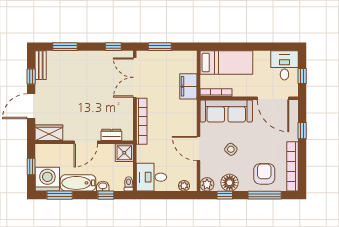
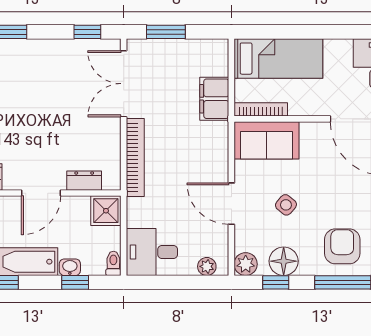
sofa: (226, 111) -> (266, 140), width x0.73

